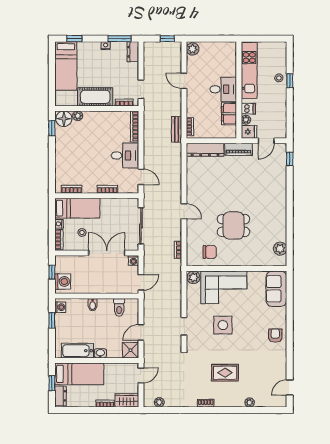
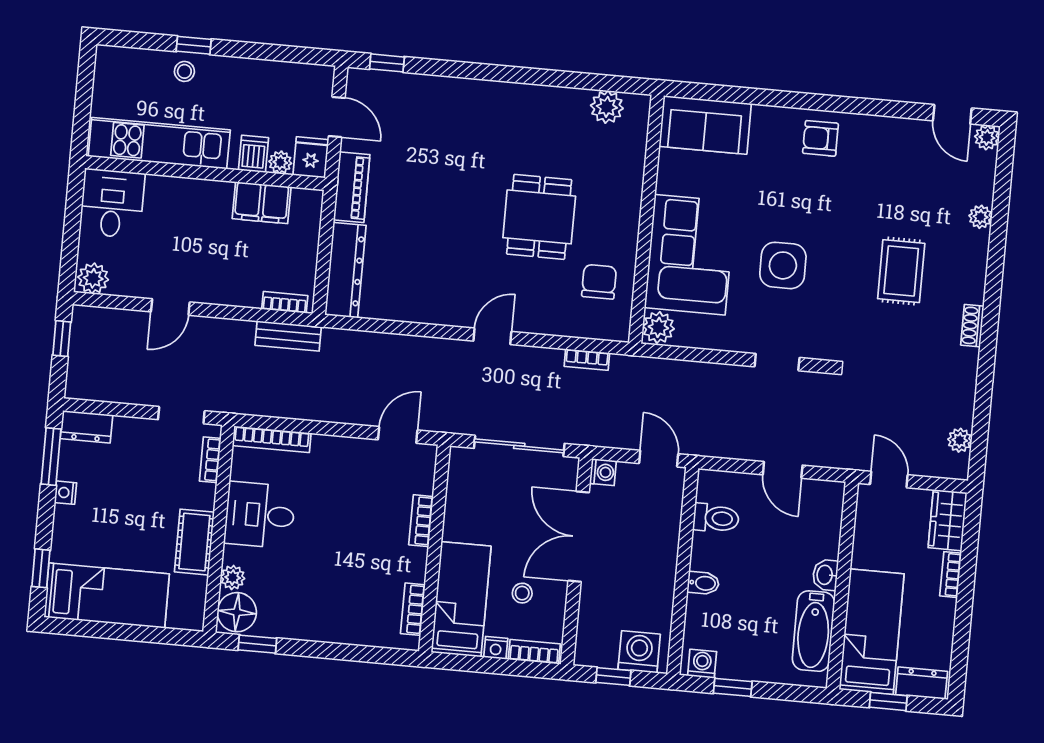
desk: (223, 89) -> (112, 203), moved
cot: (95, 97) -> (194, 542), width x0.73, depth x0.75
desk: (125, 156) -> (260, 515), moved, turned -90
shower: (131, 350) -> (824, 500), removed
plant: (282, 402) -> (987, 137), added

